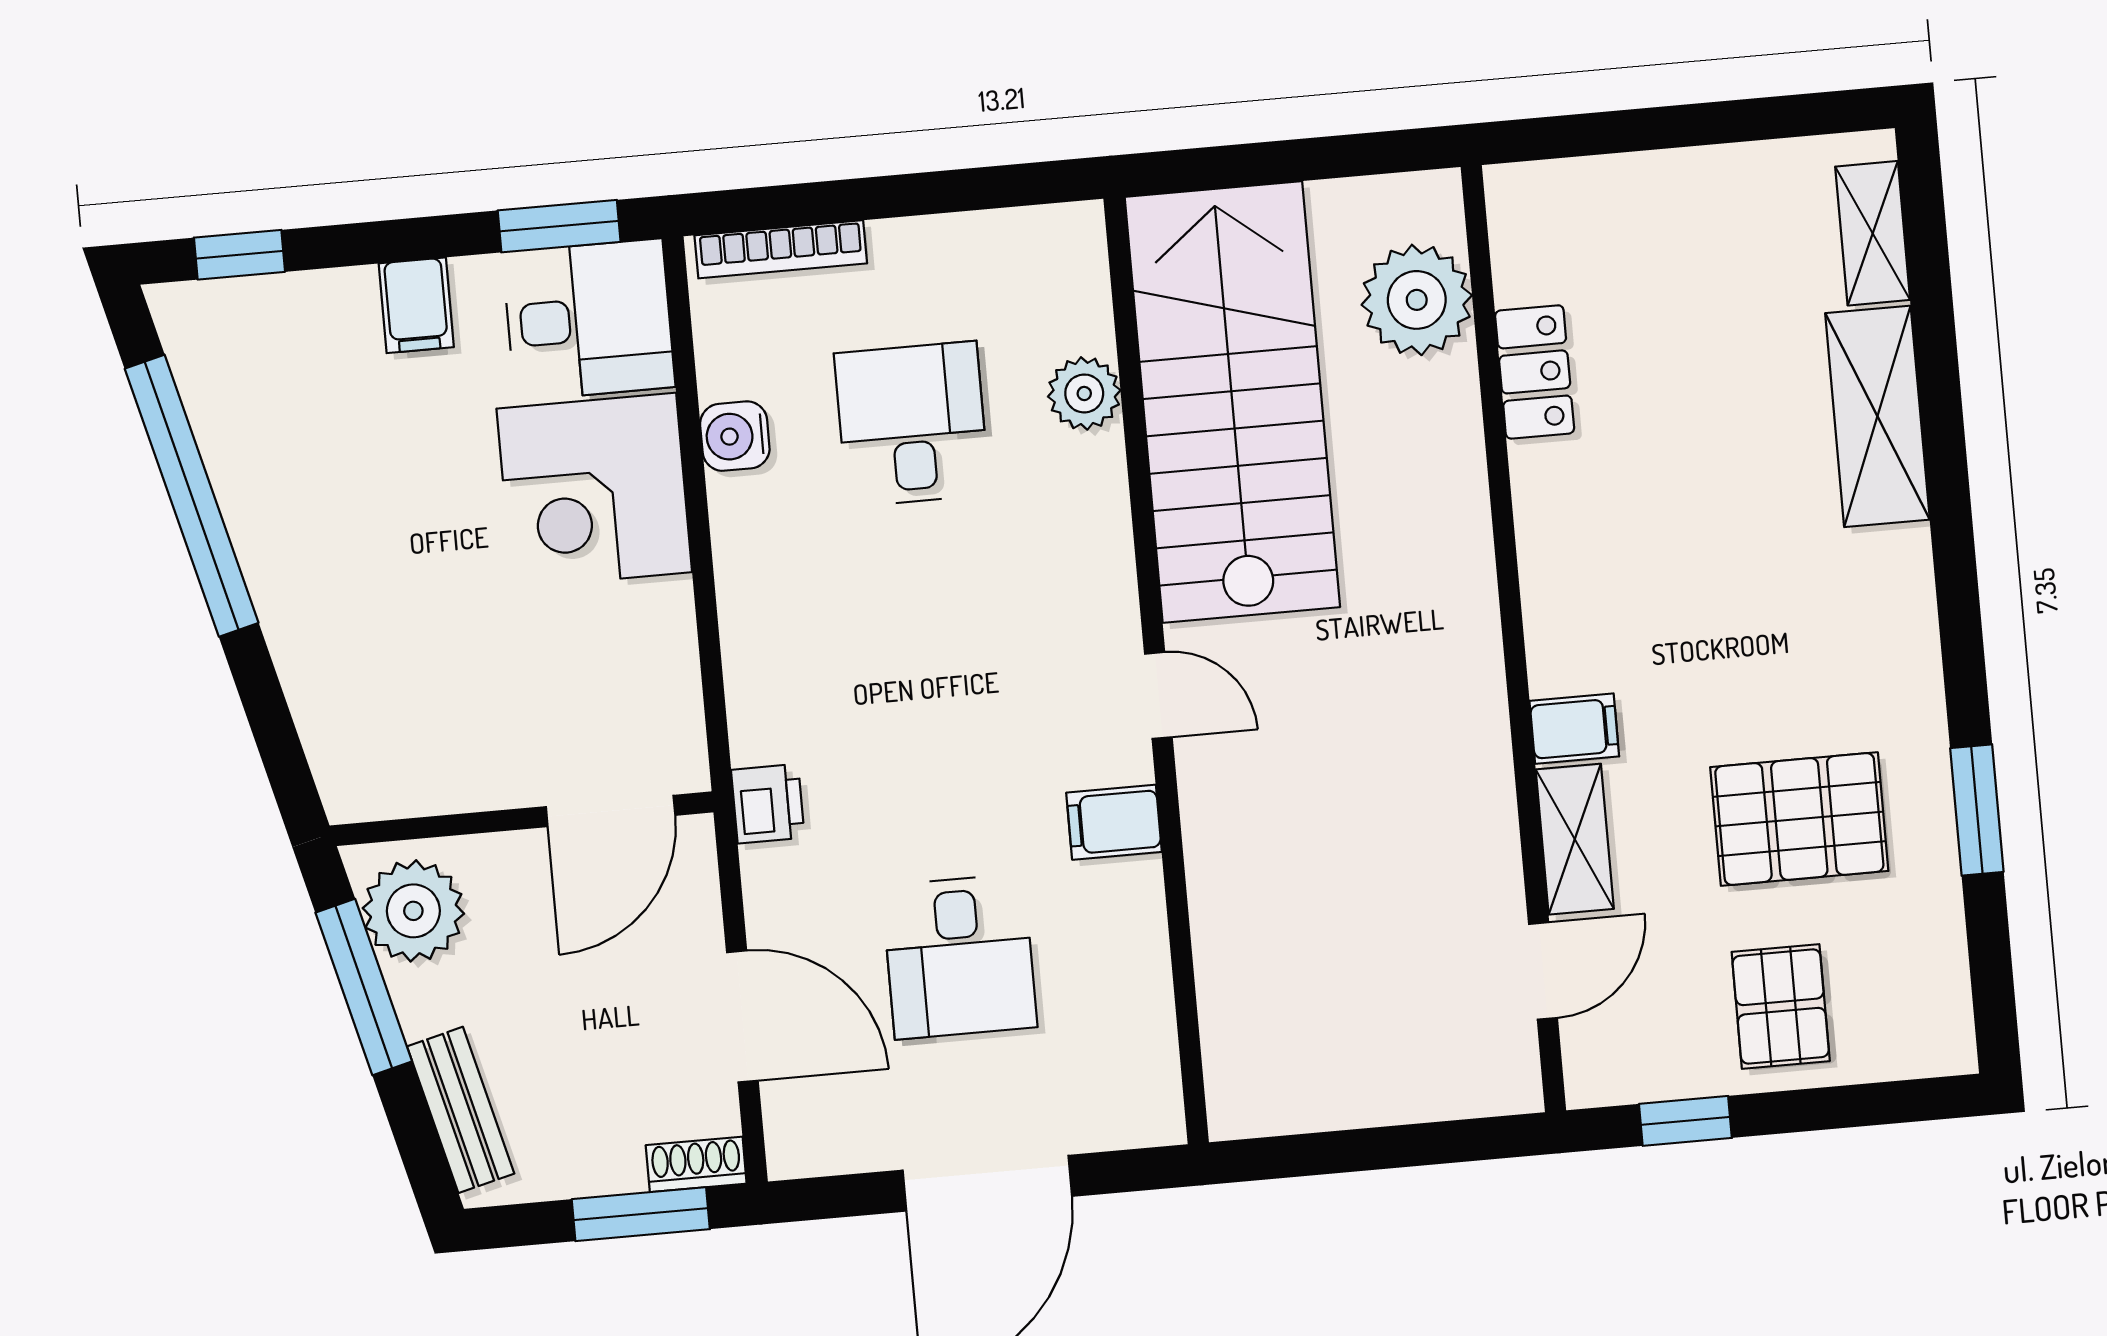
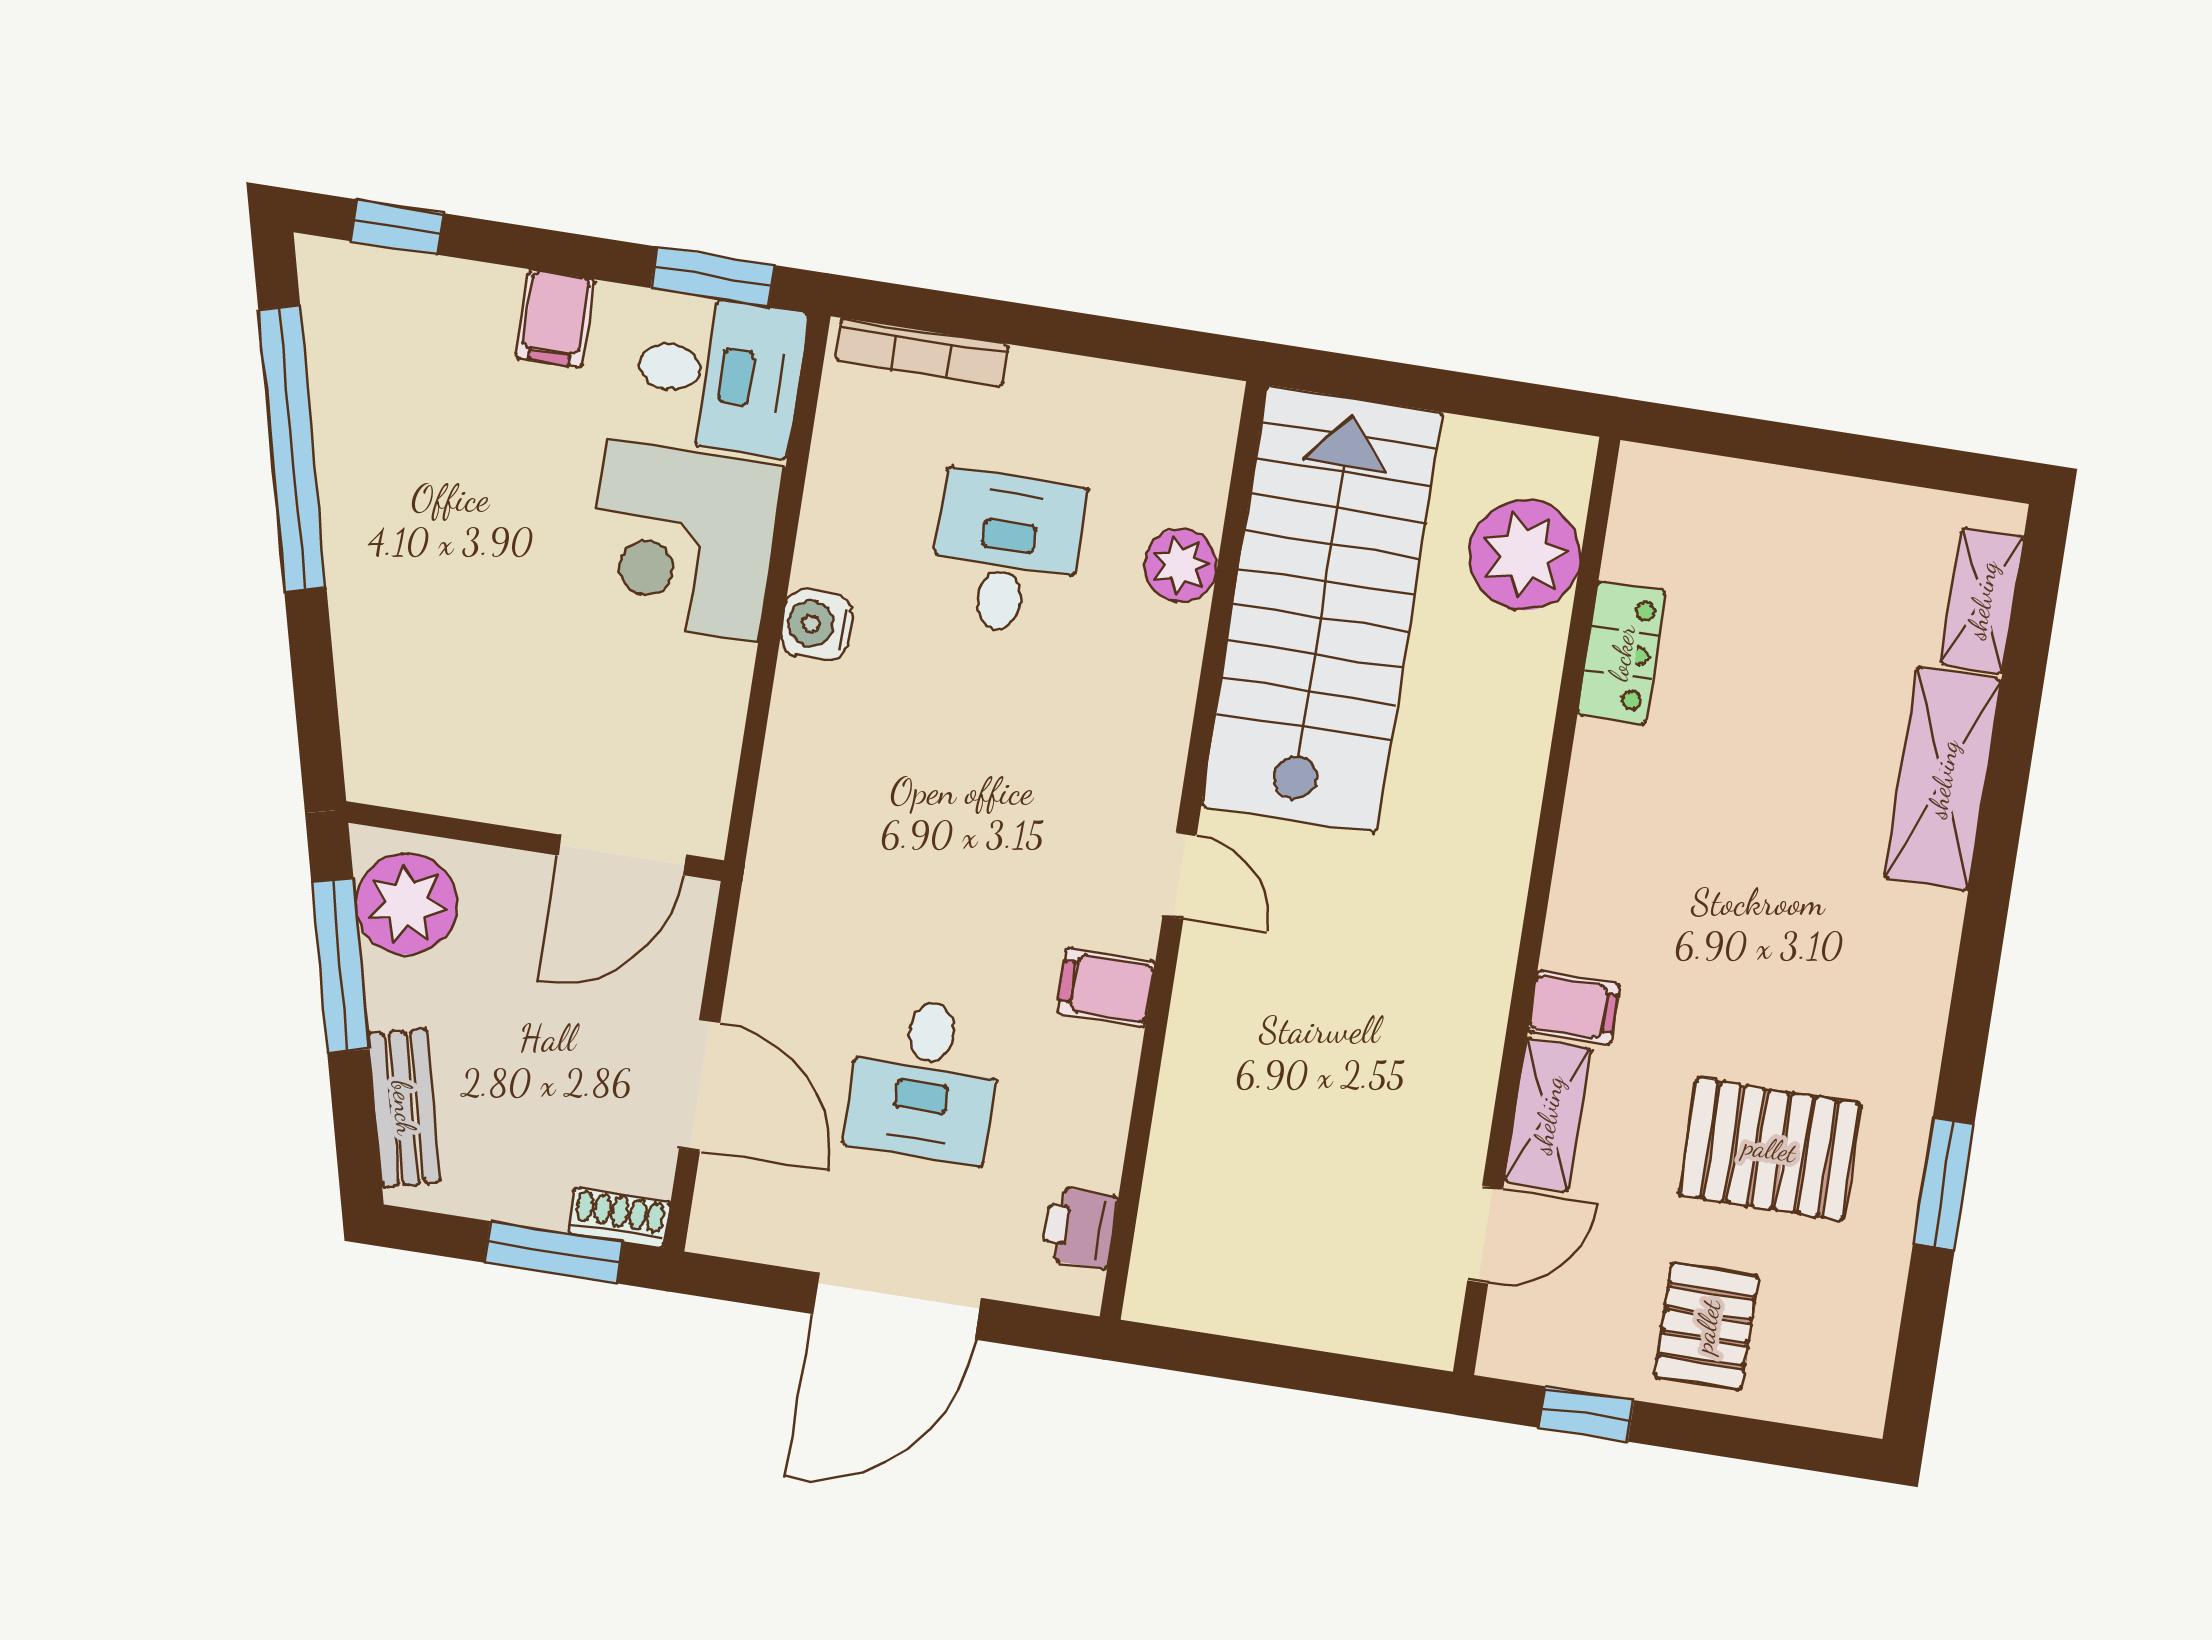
water cooler: (735, 436) -> (816, 625), moved
printer: (768, 804) -> (1080, 1228), moved, turned 180

